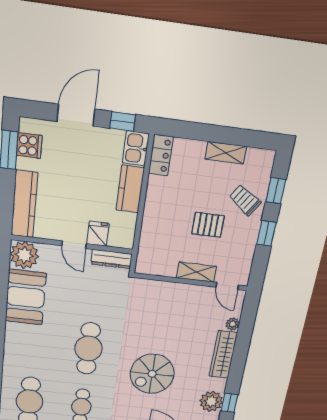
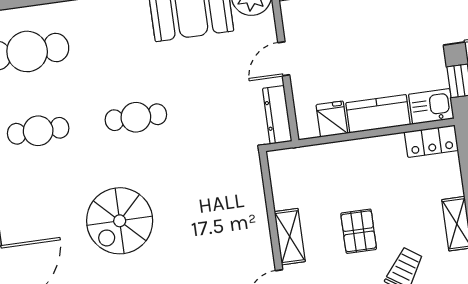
fridge: (98, 234) -> (332, 119), moved, turned -90
cafe table: (88, 348) -> (136, 117), width x0.73, depth x0.74
spiral stairs: (152, 374) -> (120, 221), turned -90

